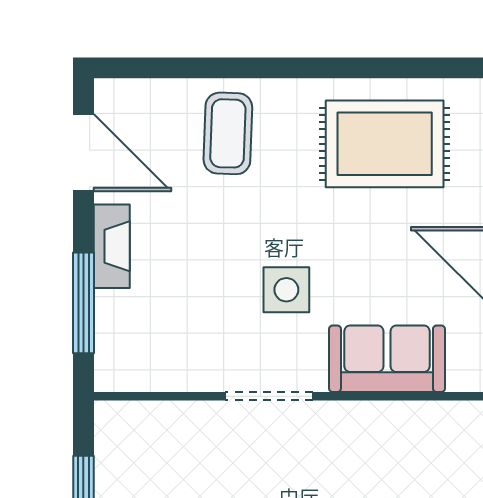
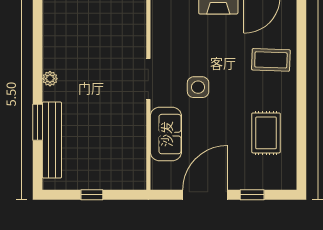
rug: (385, 144) -> (266, 133), width x0.73, depth x0.70

